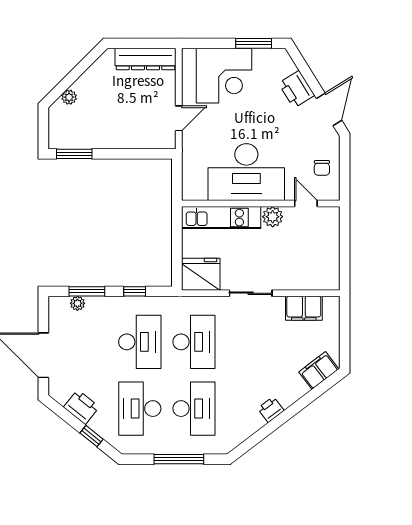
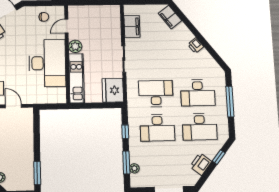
desk: (140, 342) -> (157, 128), turned 180
desk: (194, 409) -> (198, 93), turned 180

